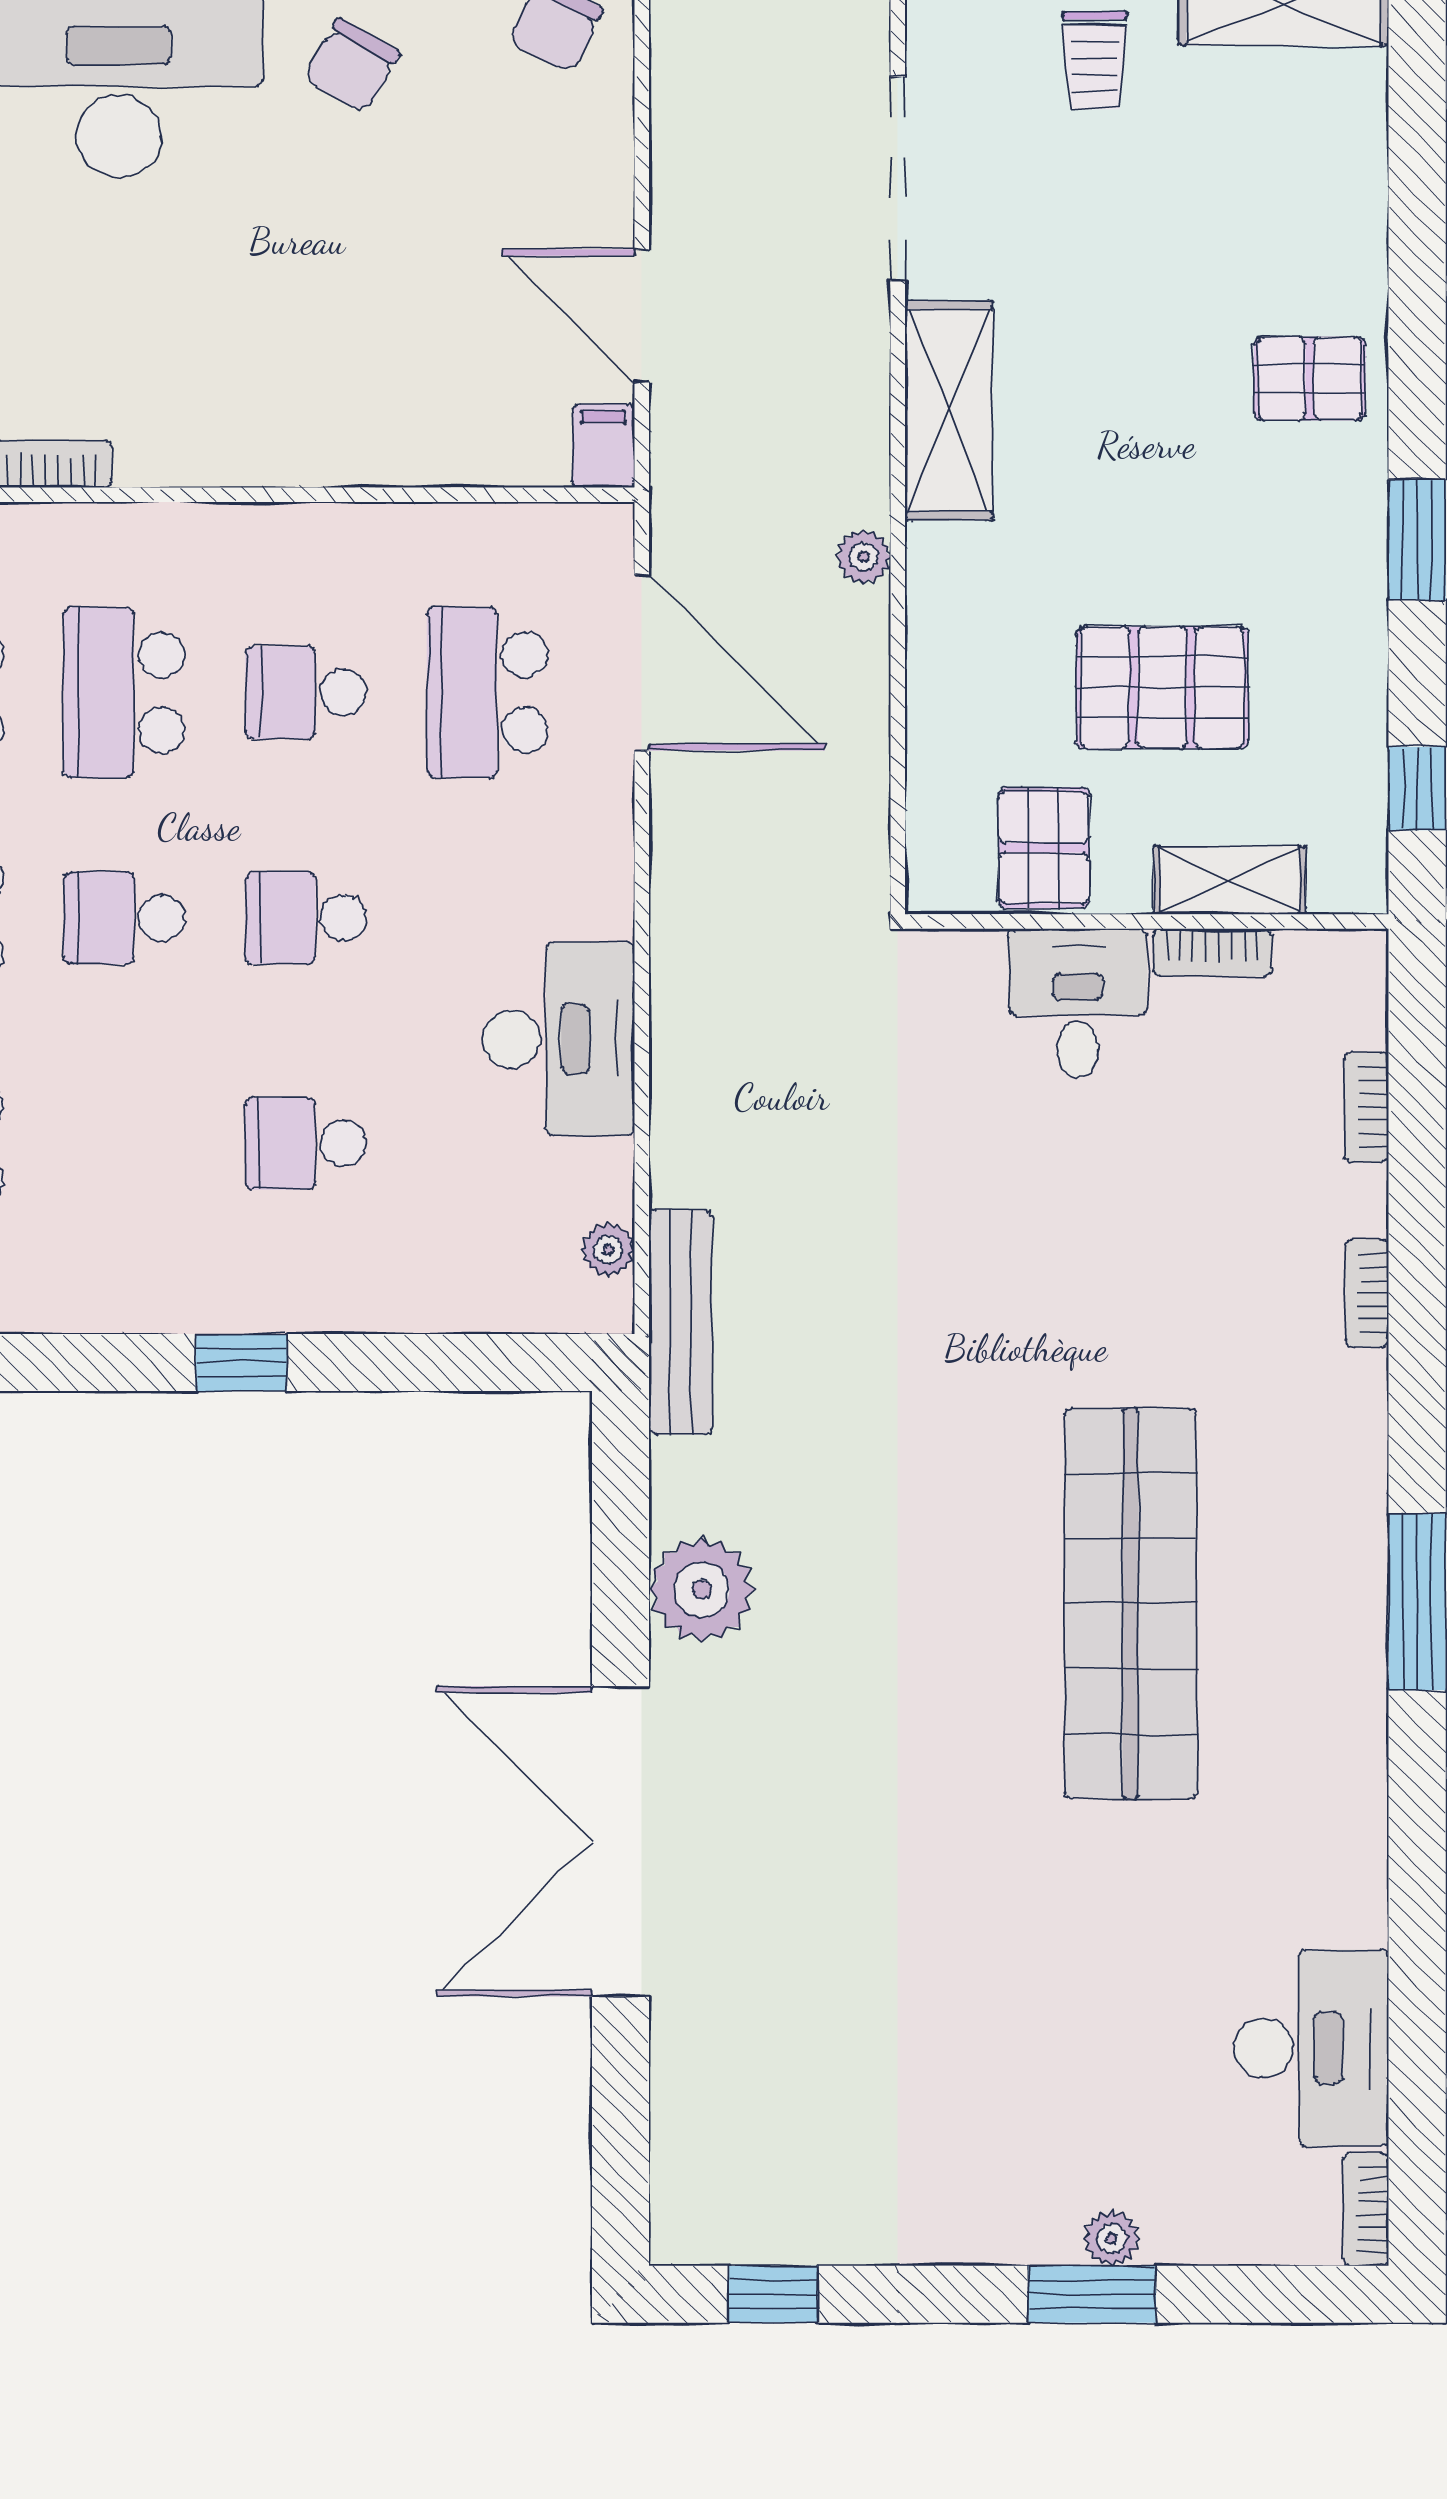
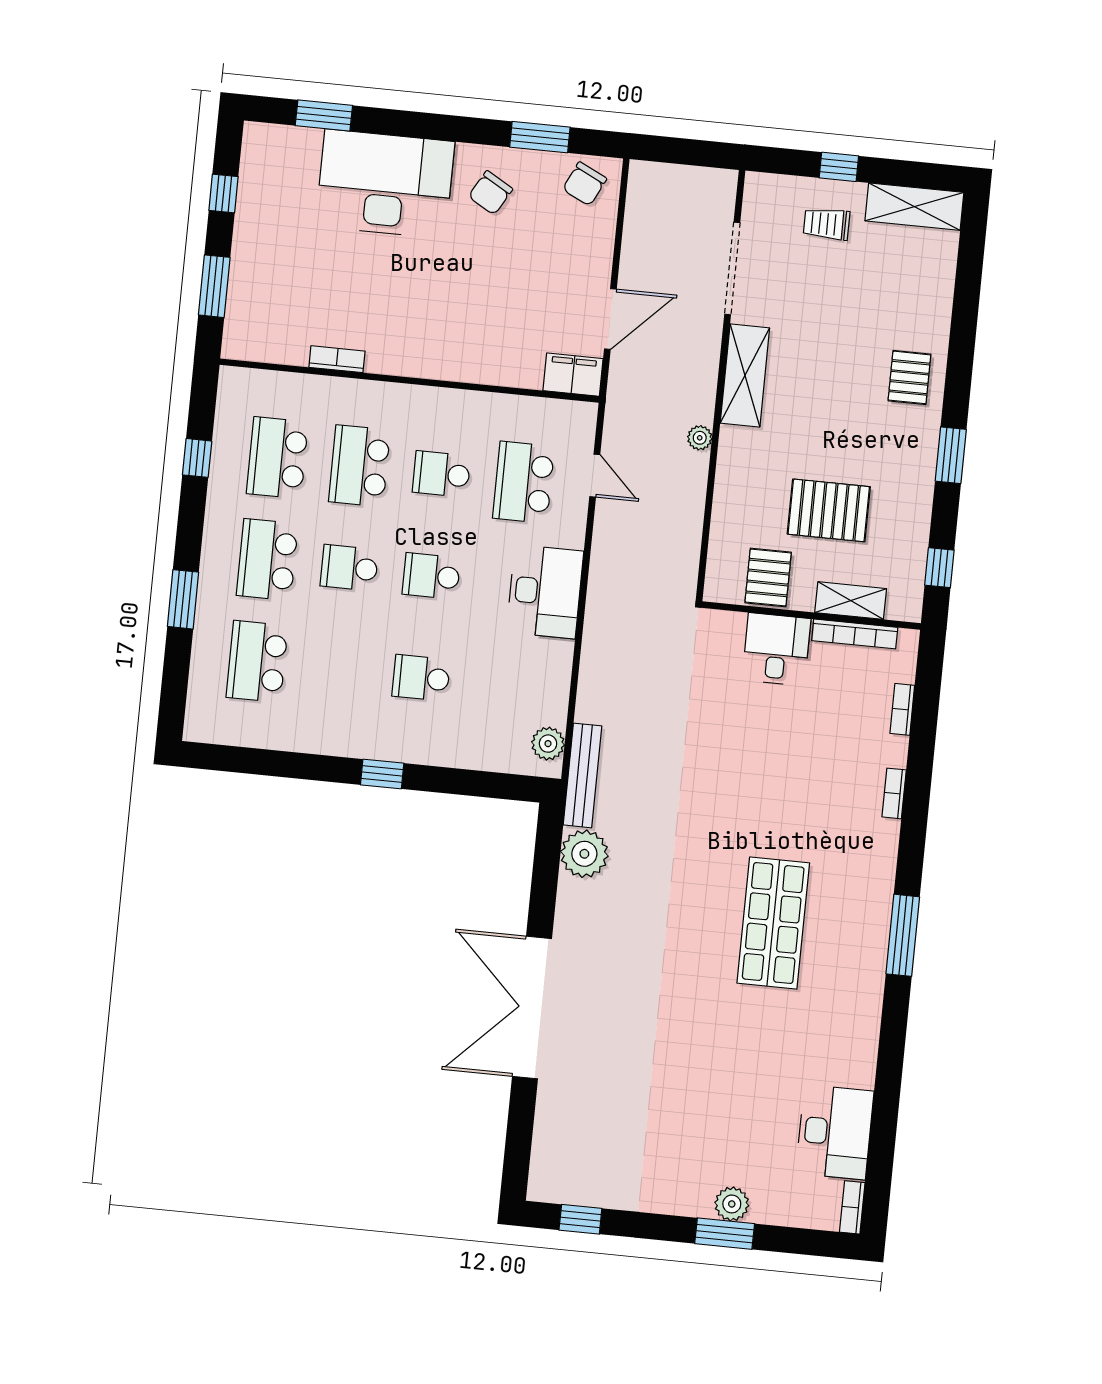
trolley: (1095, 60) -> (827, 224), turned 90
door: (642, 316) -> (610, 319), swing flipped
pallet: (1310, 379) -> (909, 377), turned 90
filing cabinet: (603, 446) -> (573, 375), width x2.00
door: (642, 662) -> (595, 476), width x0.53
bookcase: (1212, 952) -> (855, 634), width x1.56
desk: (558, 1039) -> (545, 592), moved
plant: (608, 1250) -> (548, 744), width x1.38, depth x1.38
plant: (702, 1590) -> (584, 854), moved
shop shelf: (1131, 1603) -> (773, 923), width x0.71
plant: (1112, 2238) -> (732, 1204), width x1.38, depth x1.38

